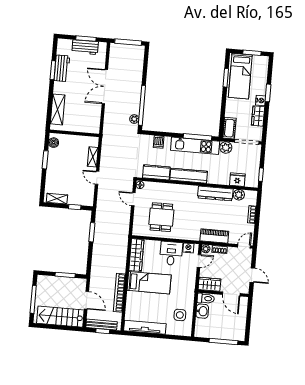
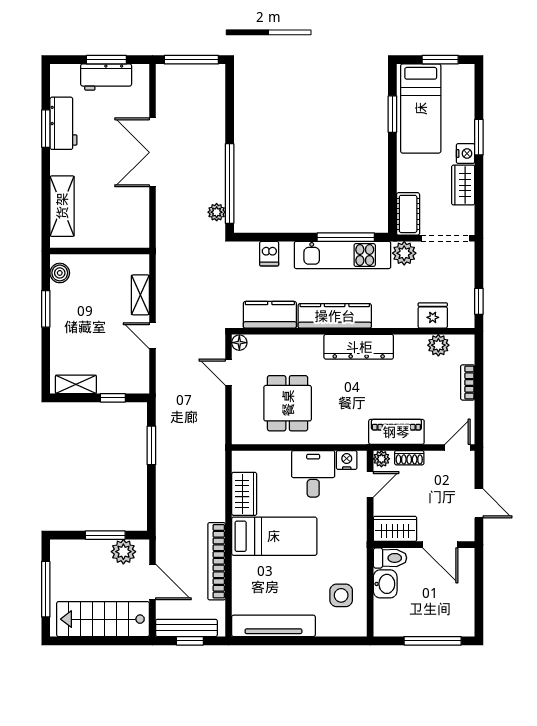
dresser: (215, 193) -> (359, 347), moved
wardrobe: (136, 255) -> (244, 494), width x0.67
plant: (73, 284) -> (123, 552), added

